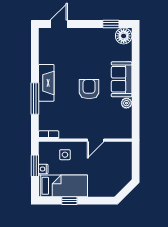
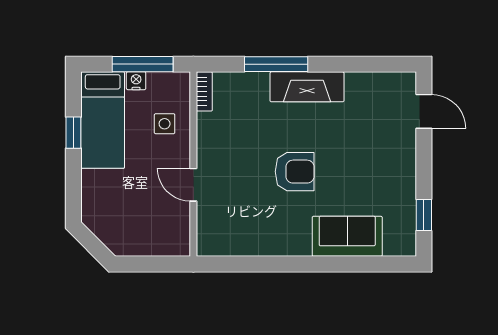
floor lamp: (124, 36) -> (400, 240), removed
sofa: (122, 79) -> (347, 236), moved
plant: (126, 103) -> (267, 246), removed
window: (35, 166) -> (143, 64), width x1.44

